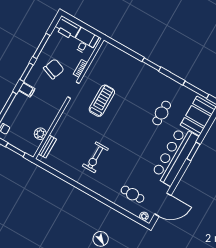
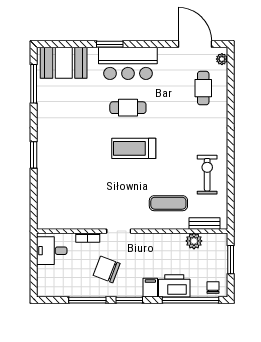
printer: (67, 28) -> (174, 286), moved, turned -90
treadmill: (102, 101) -> (134, 148), moved
cafe table: (162, 113) -> (128, 108), moved
exercise mat: (73, 131) -> (168, 203), added
bar counter: (175, 156) -> (128, 63), width x0.73
exercise bike: (95, 157) -> (207, 175), moved, turned -90

